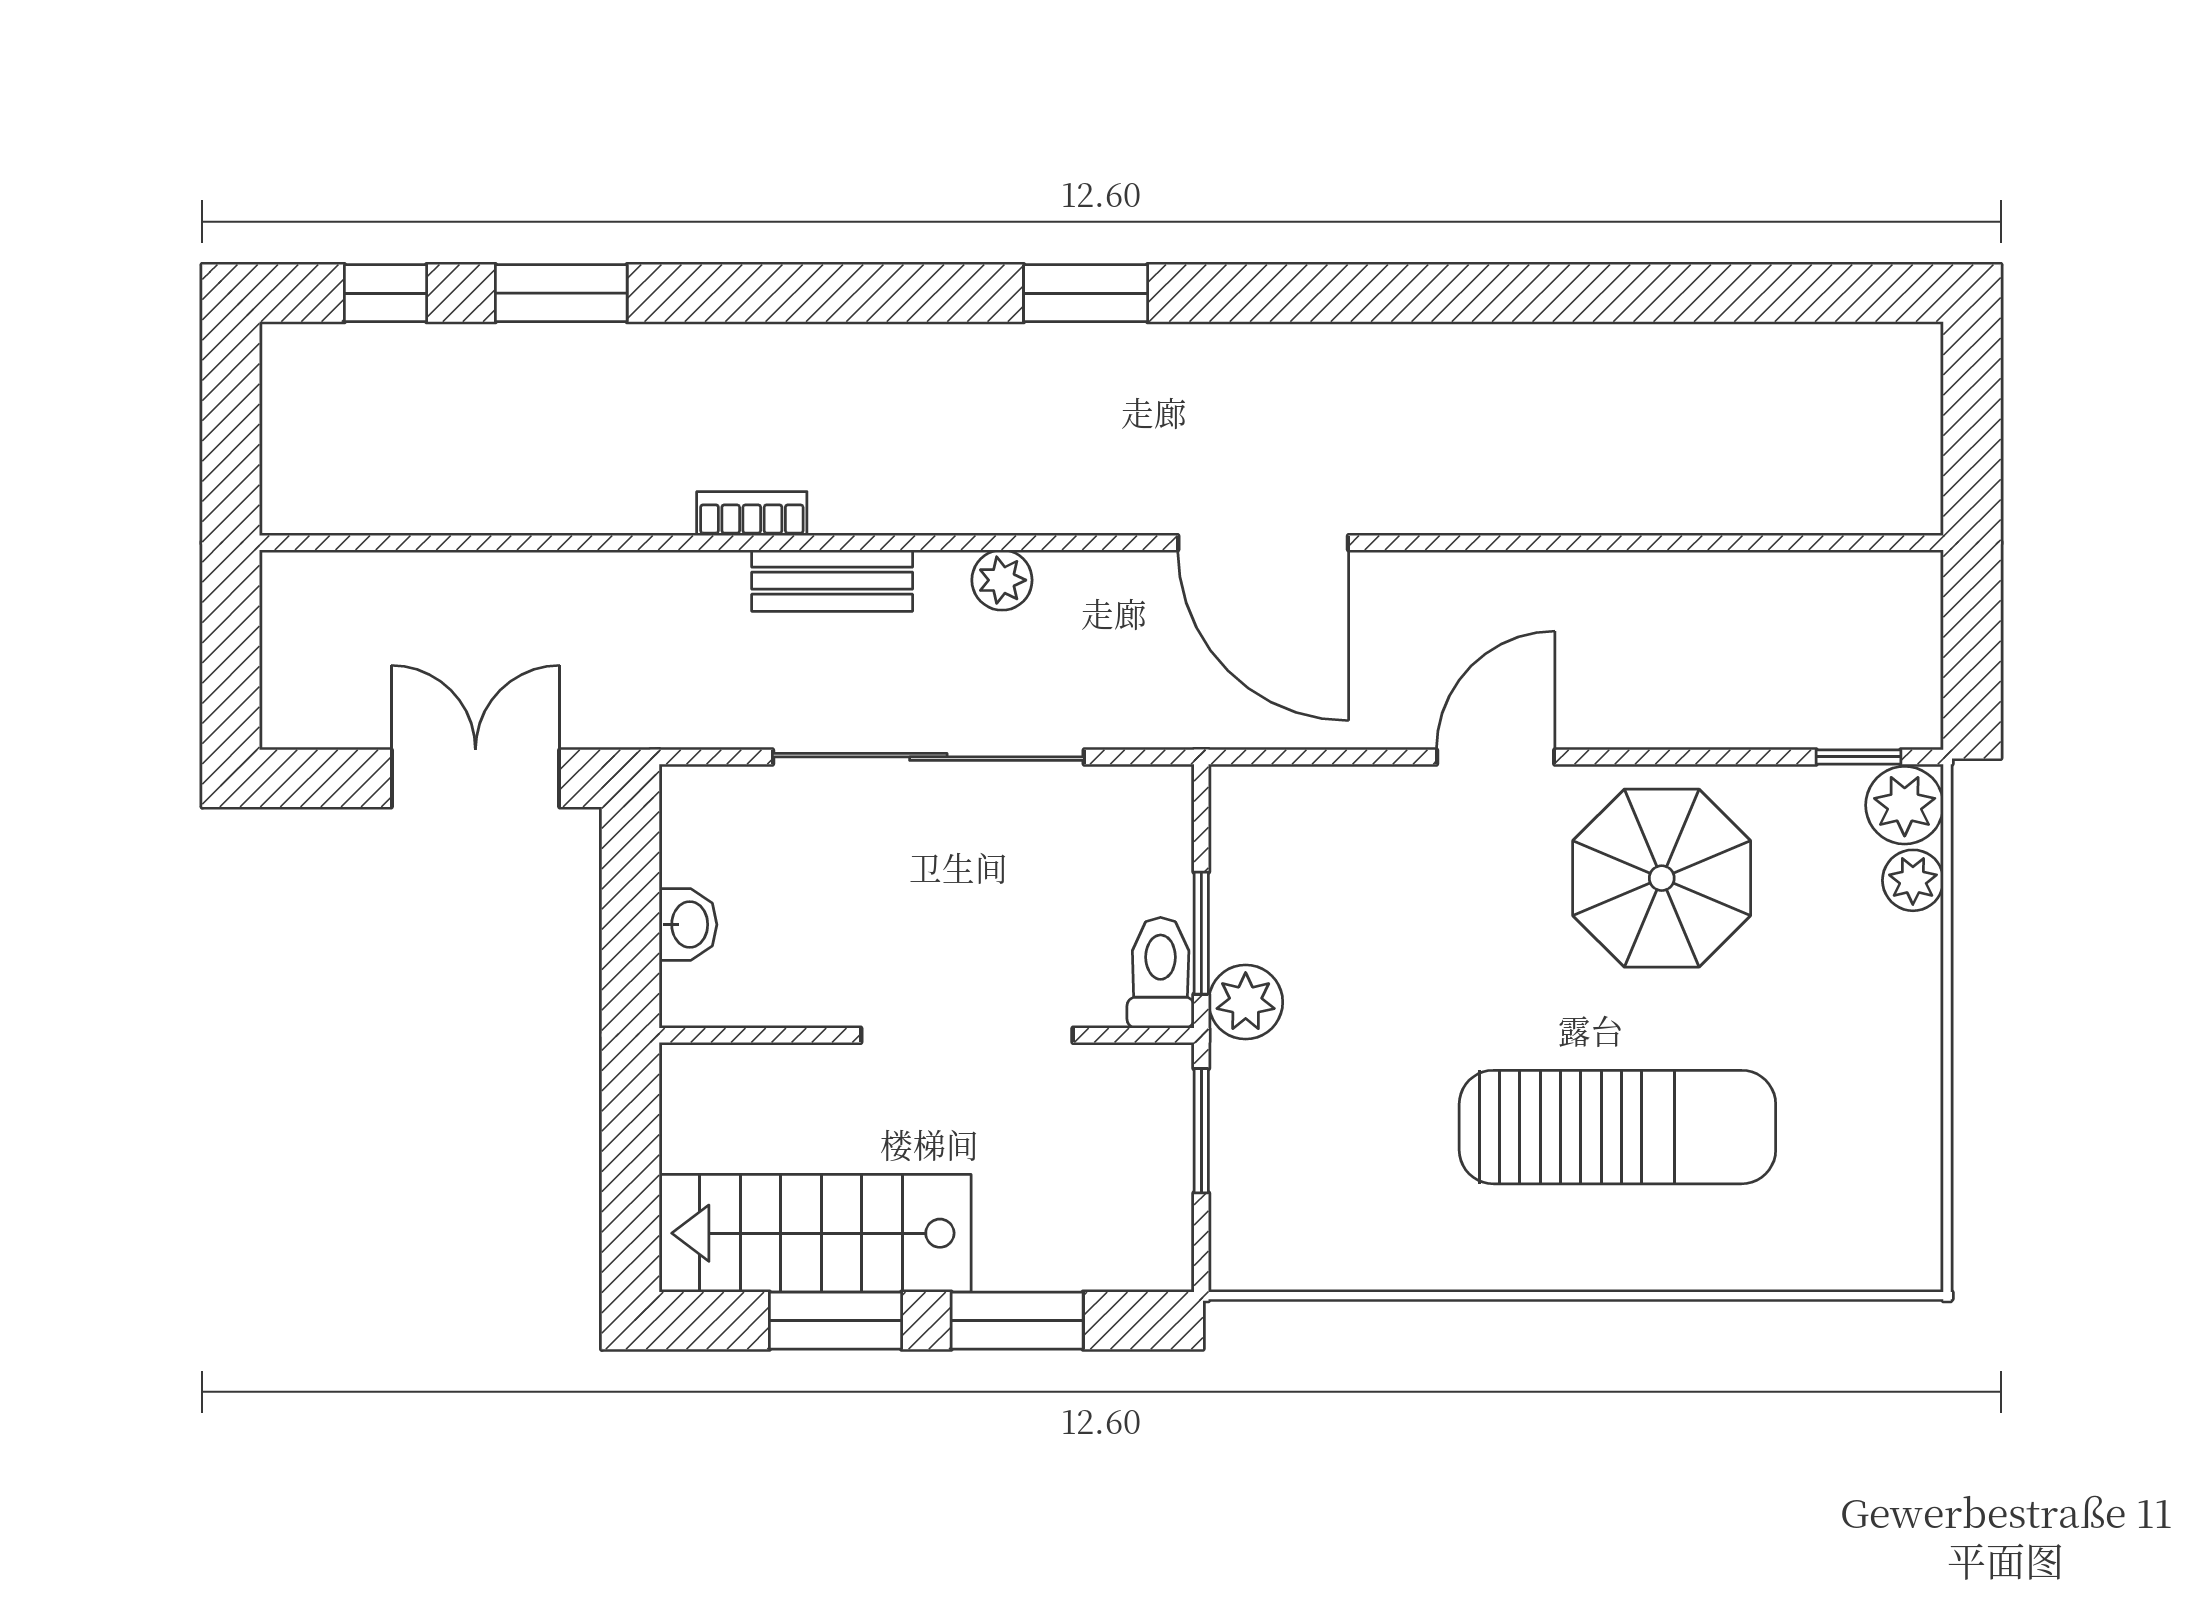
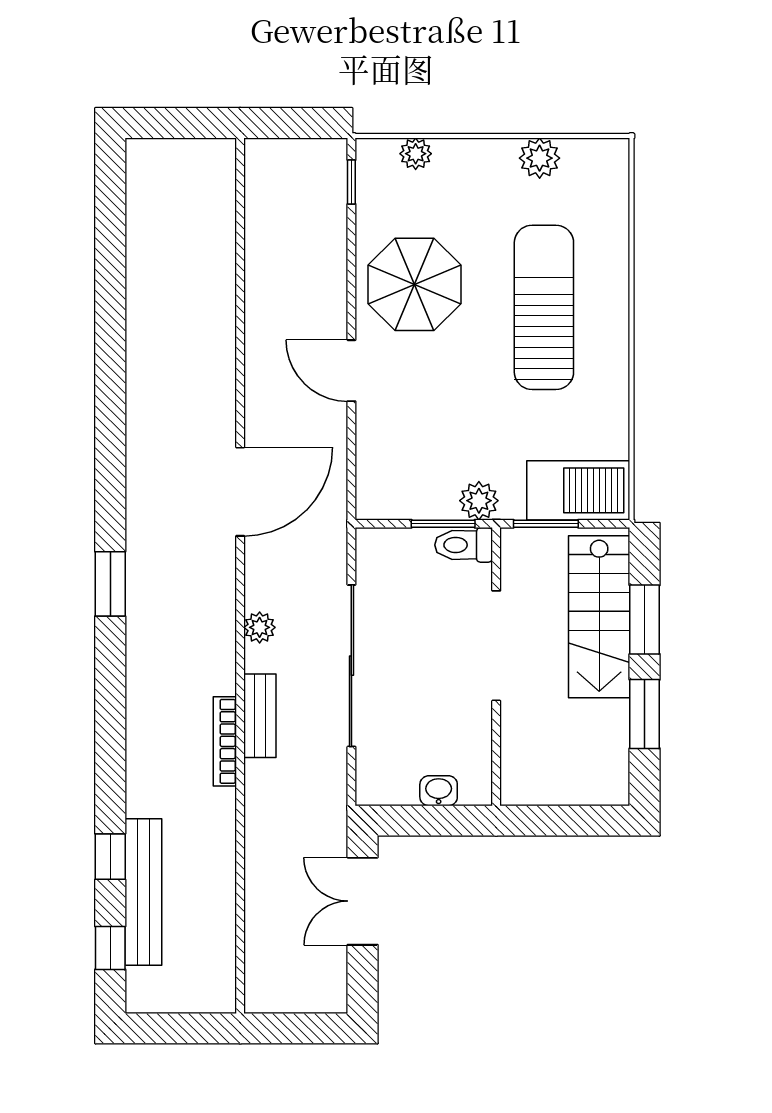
window: (561, 293) -> (110, 857), width x0.67
bench: (493, 357) -> (143, 892), added
bookcase: (752, 514) -> (225, 741), width x1.56
plant: (1905, 805) -> (540, 158), moved
barbecue: (1266, 1193) -> (578, 490), added
stairs: (815, 1233) -> (599, 617), moved

